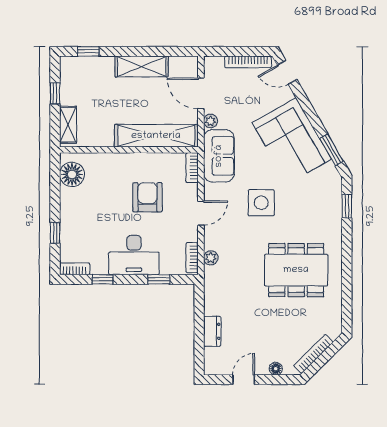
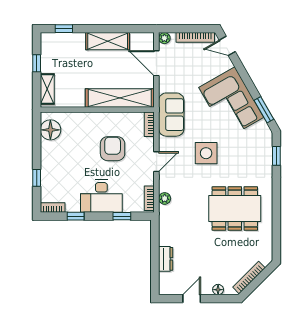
plant: (211, 121) -> (164, 38), moved

